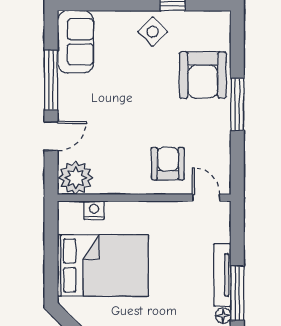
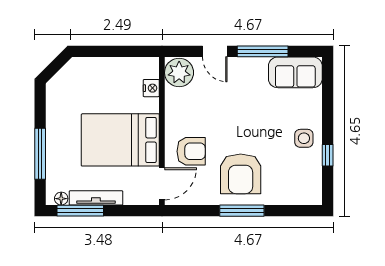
side table: (153, 32) -> (304, 138), turned 45
armchair: (203, 75) -> (241, 174), moved, turned -90
door: (206, 198) -> (162, 184), width x1.38
bed: (103, 265) -> (120, 140), moved, turned 90

